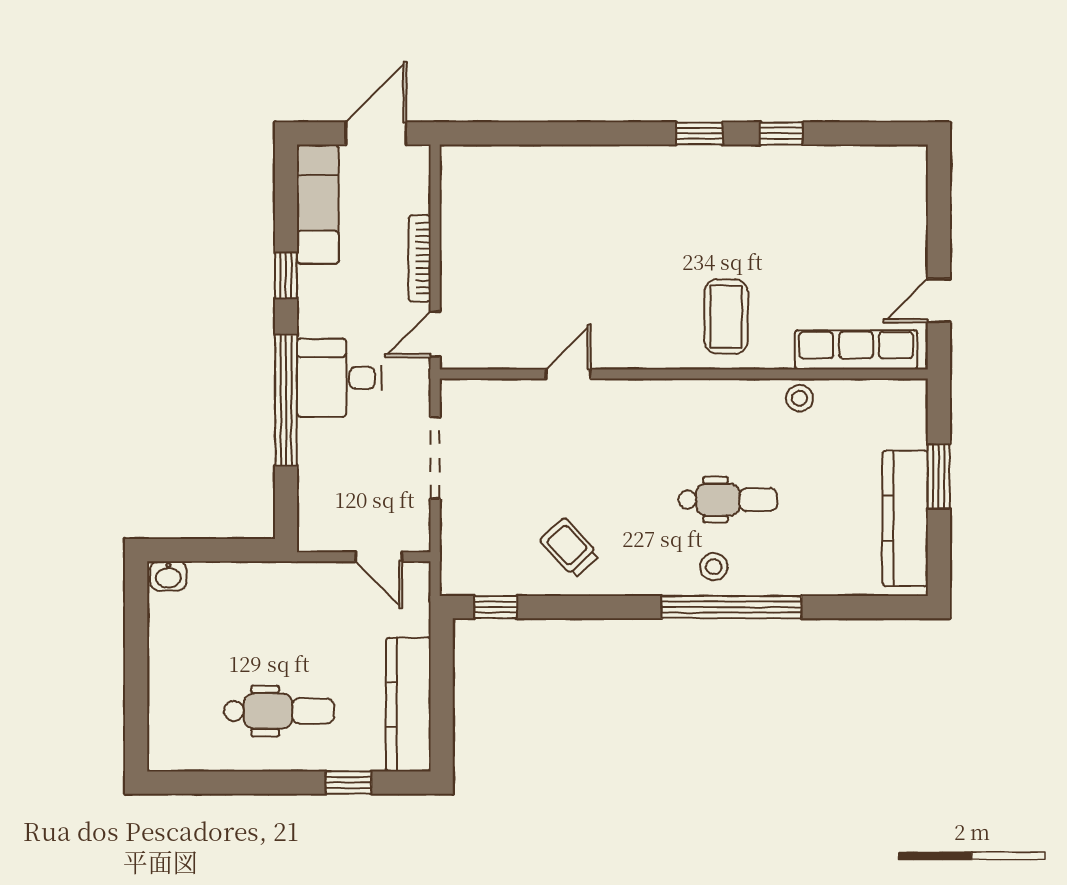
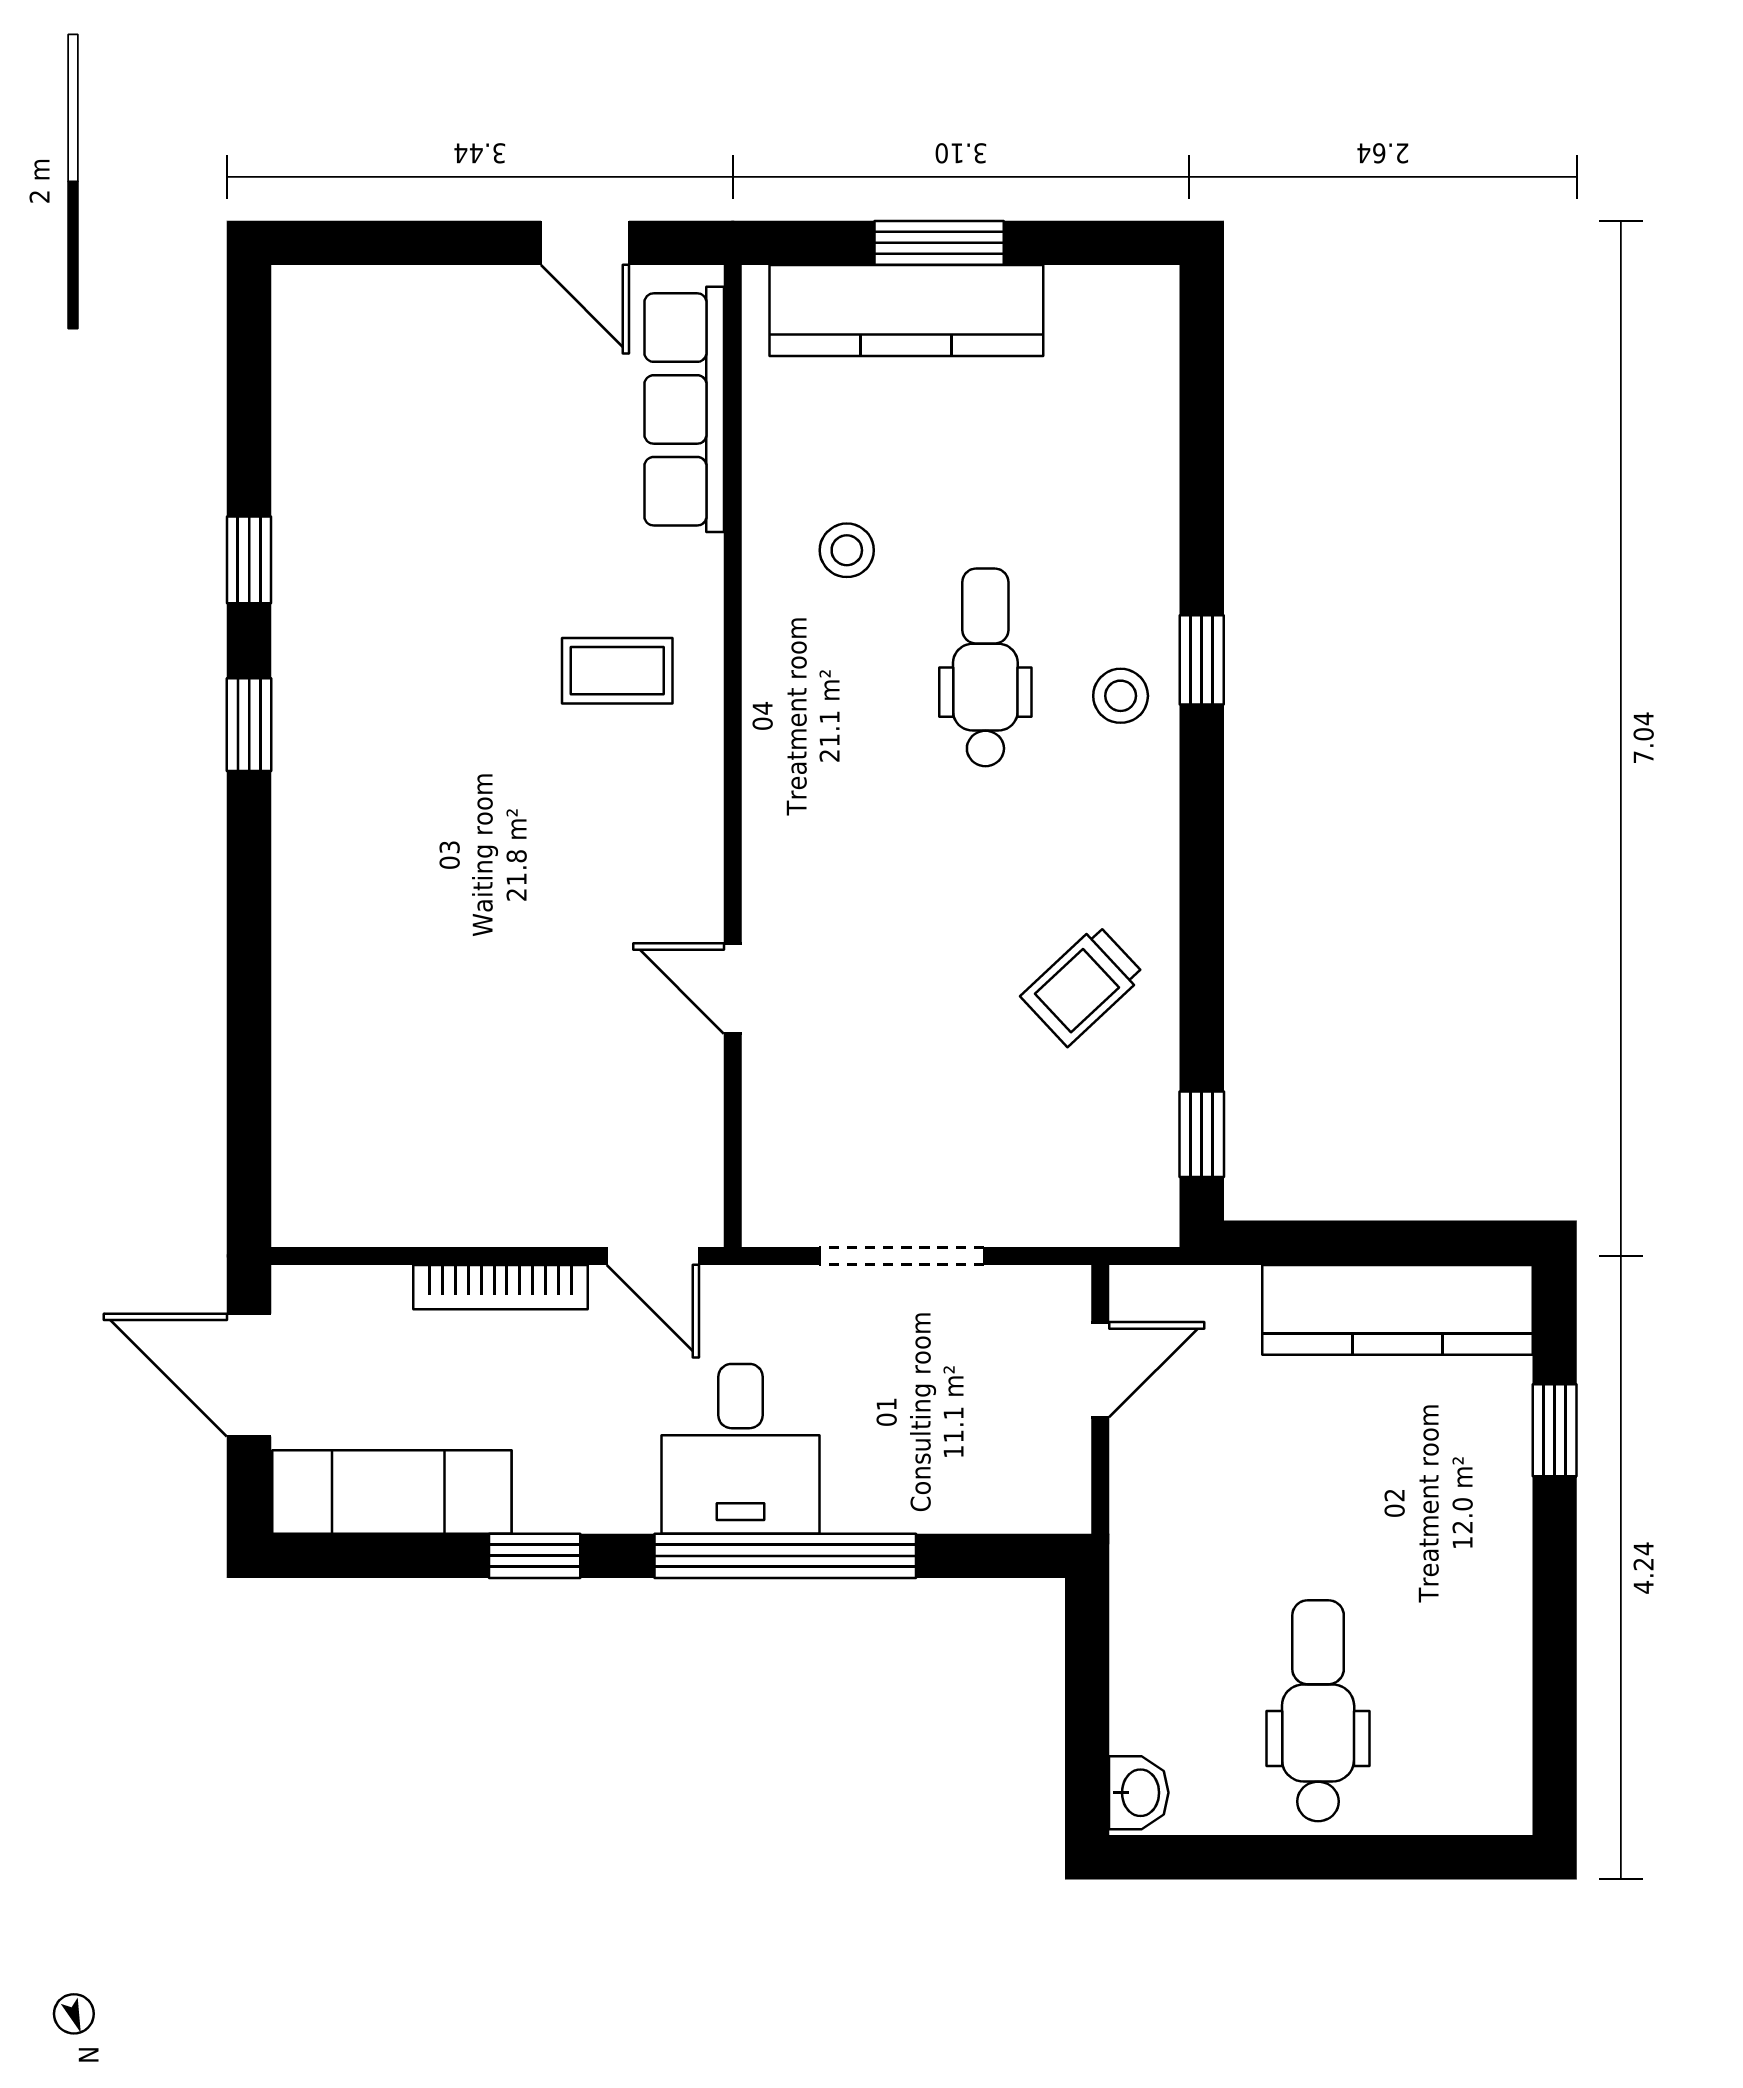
coffee table: (726, 317) -> (617, 671), width x0.73, depth x0.77
stool: (800, 398) -> (847, 550), moved
kitchen counter: (905, 518) -> (906, 311), moved
window: (732, 607) -> (1202, 660), width x0.32
dental chair: (279, 711) -> (1318, 1711), moved

